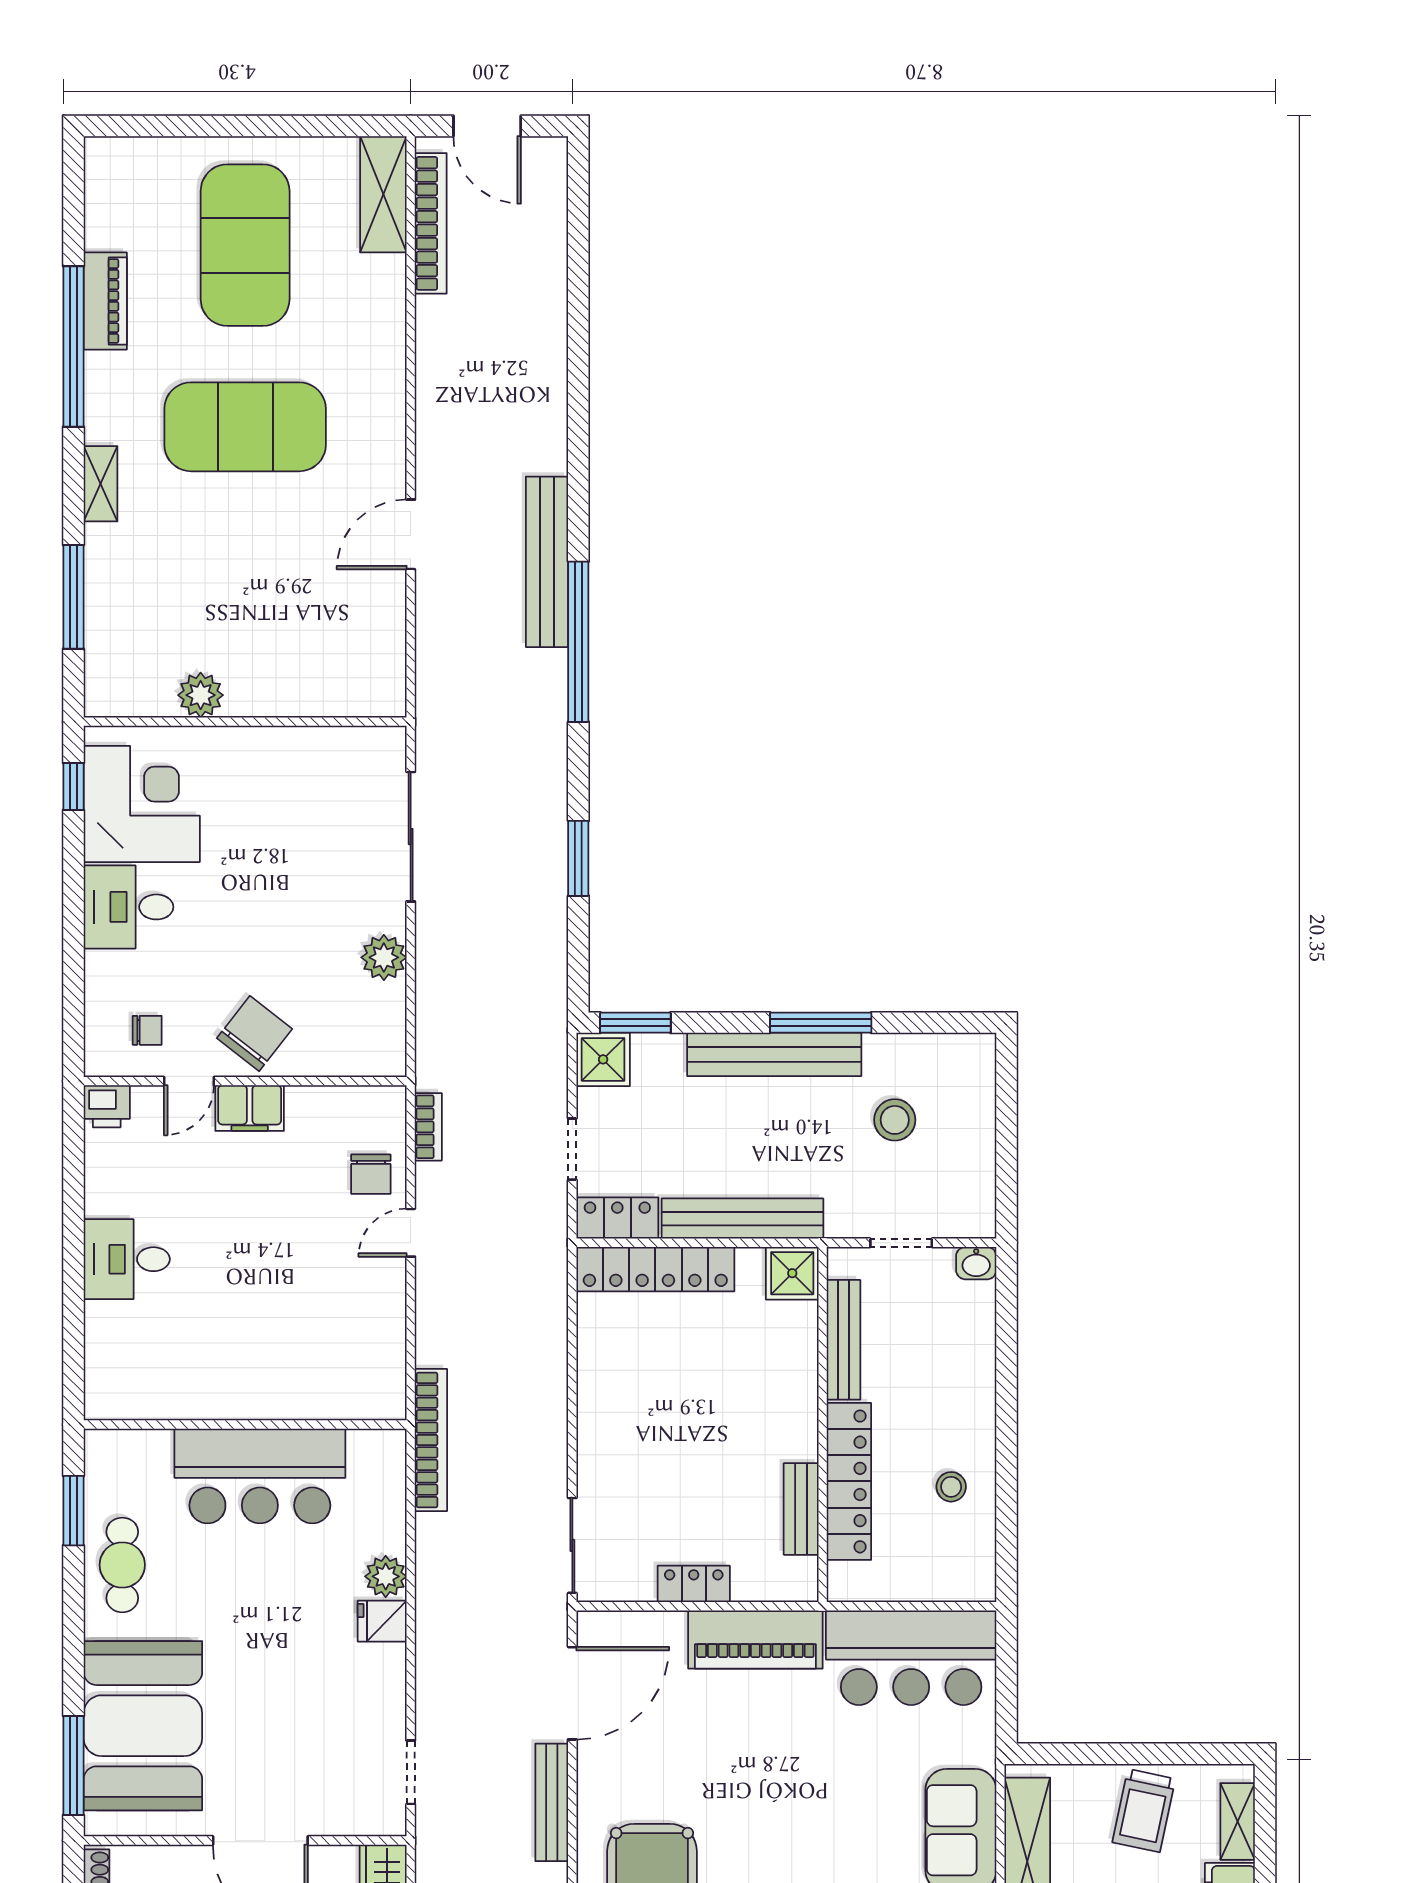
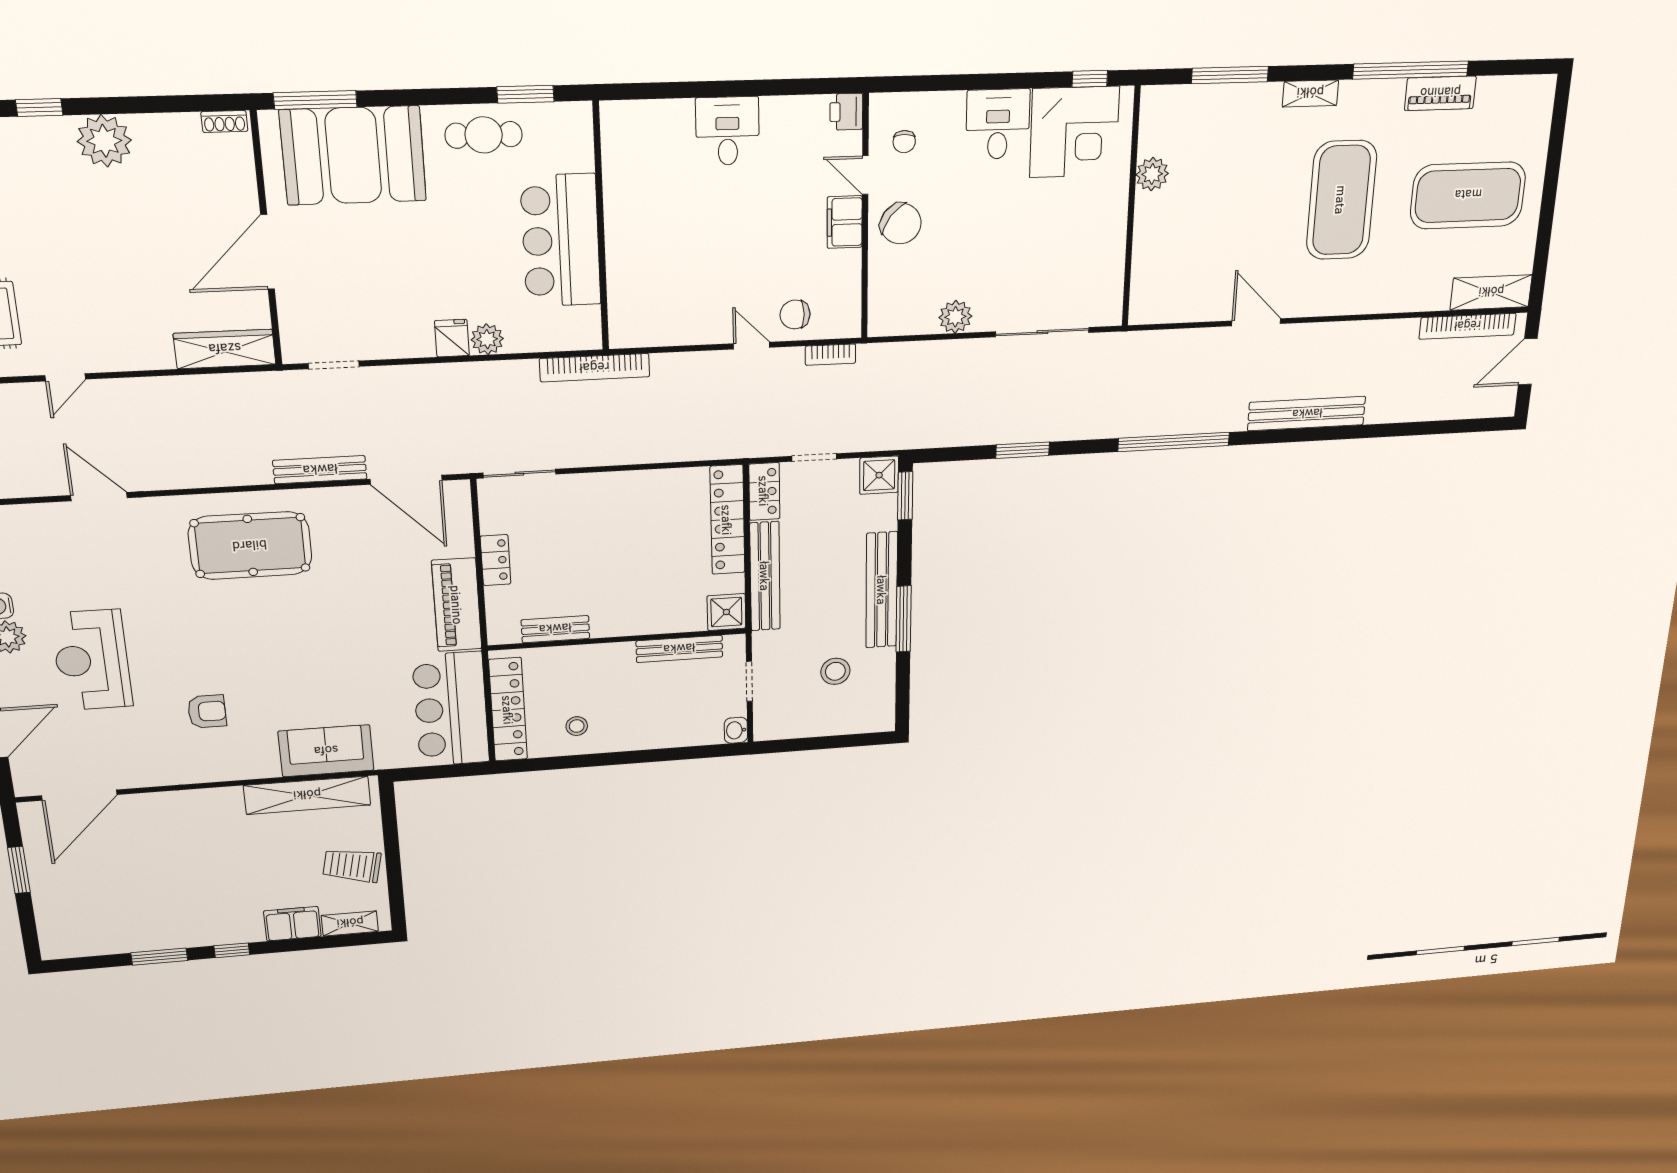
bench: (547, 562) -> (1307, 414), moved
locker: (849, 1481) -> (508, 710), moved, turned -90

